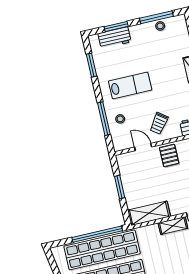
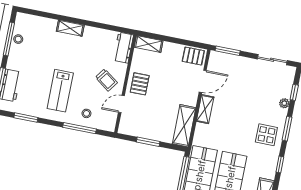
lab bench: (130, 86) -> (60, 91), turned 180
pallet: (169, 155) -> (140, 84), turned 90

